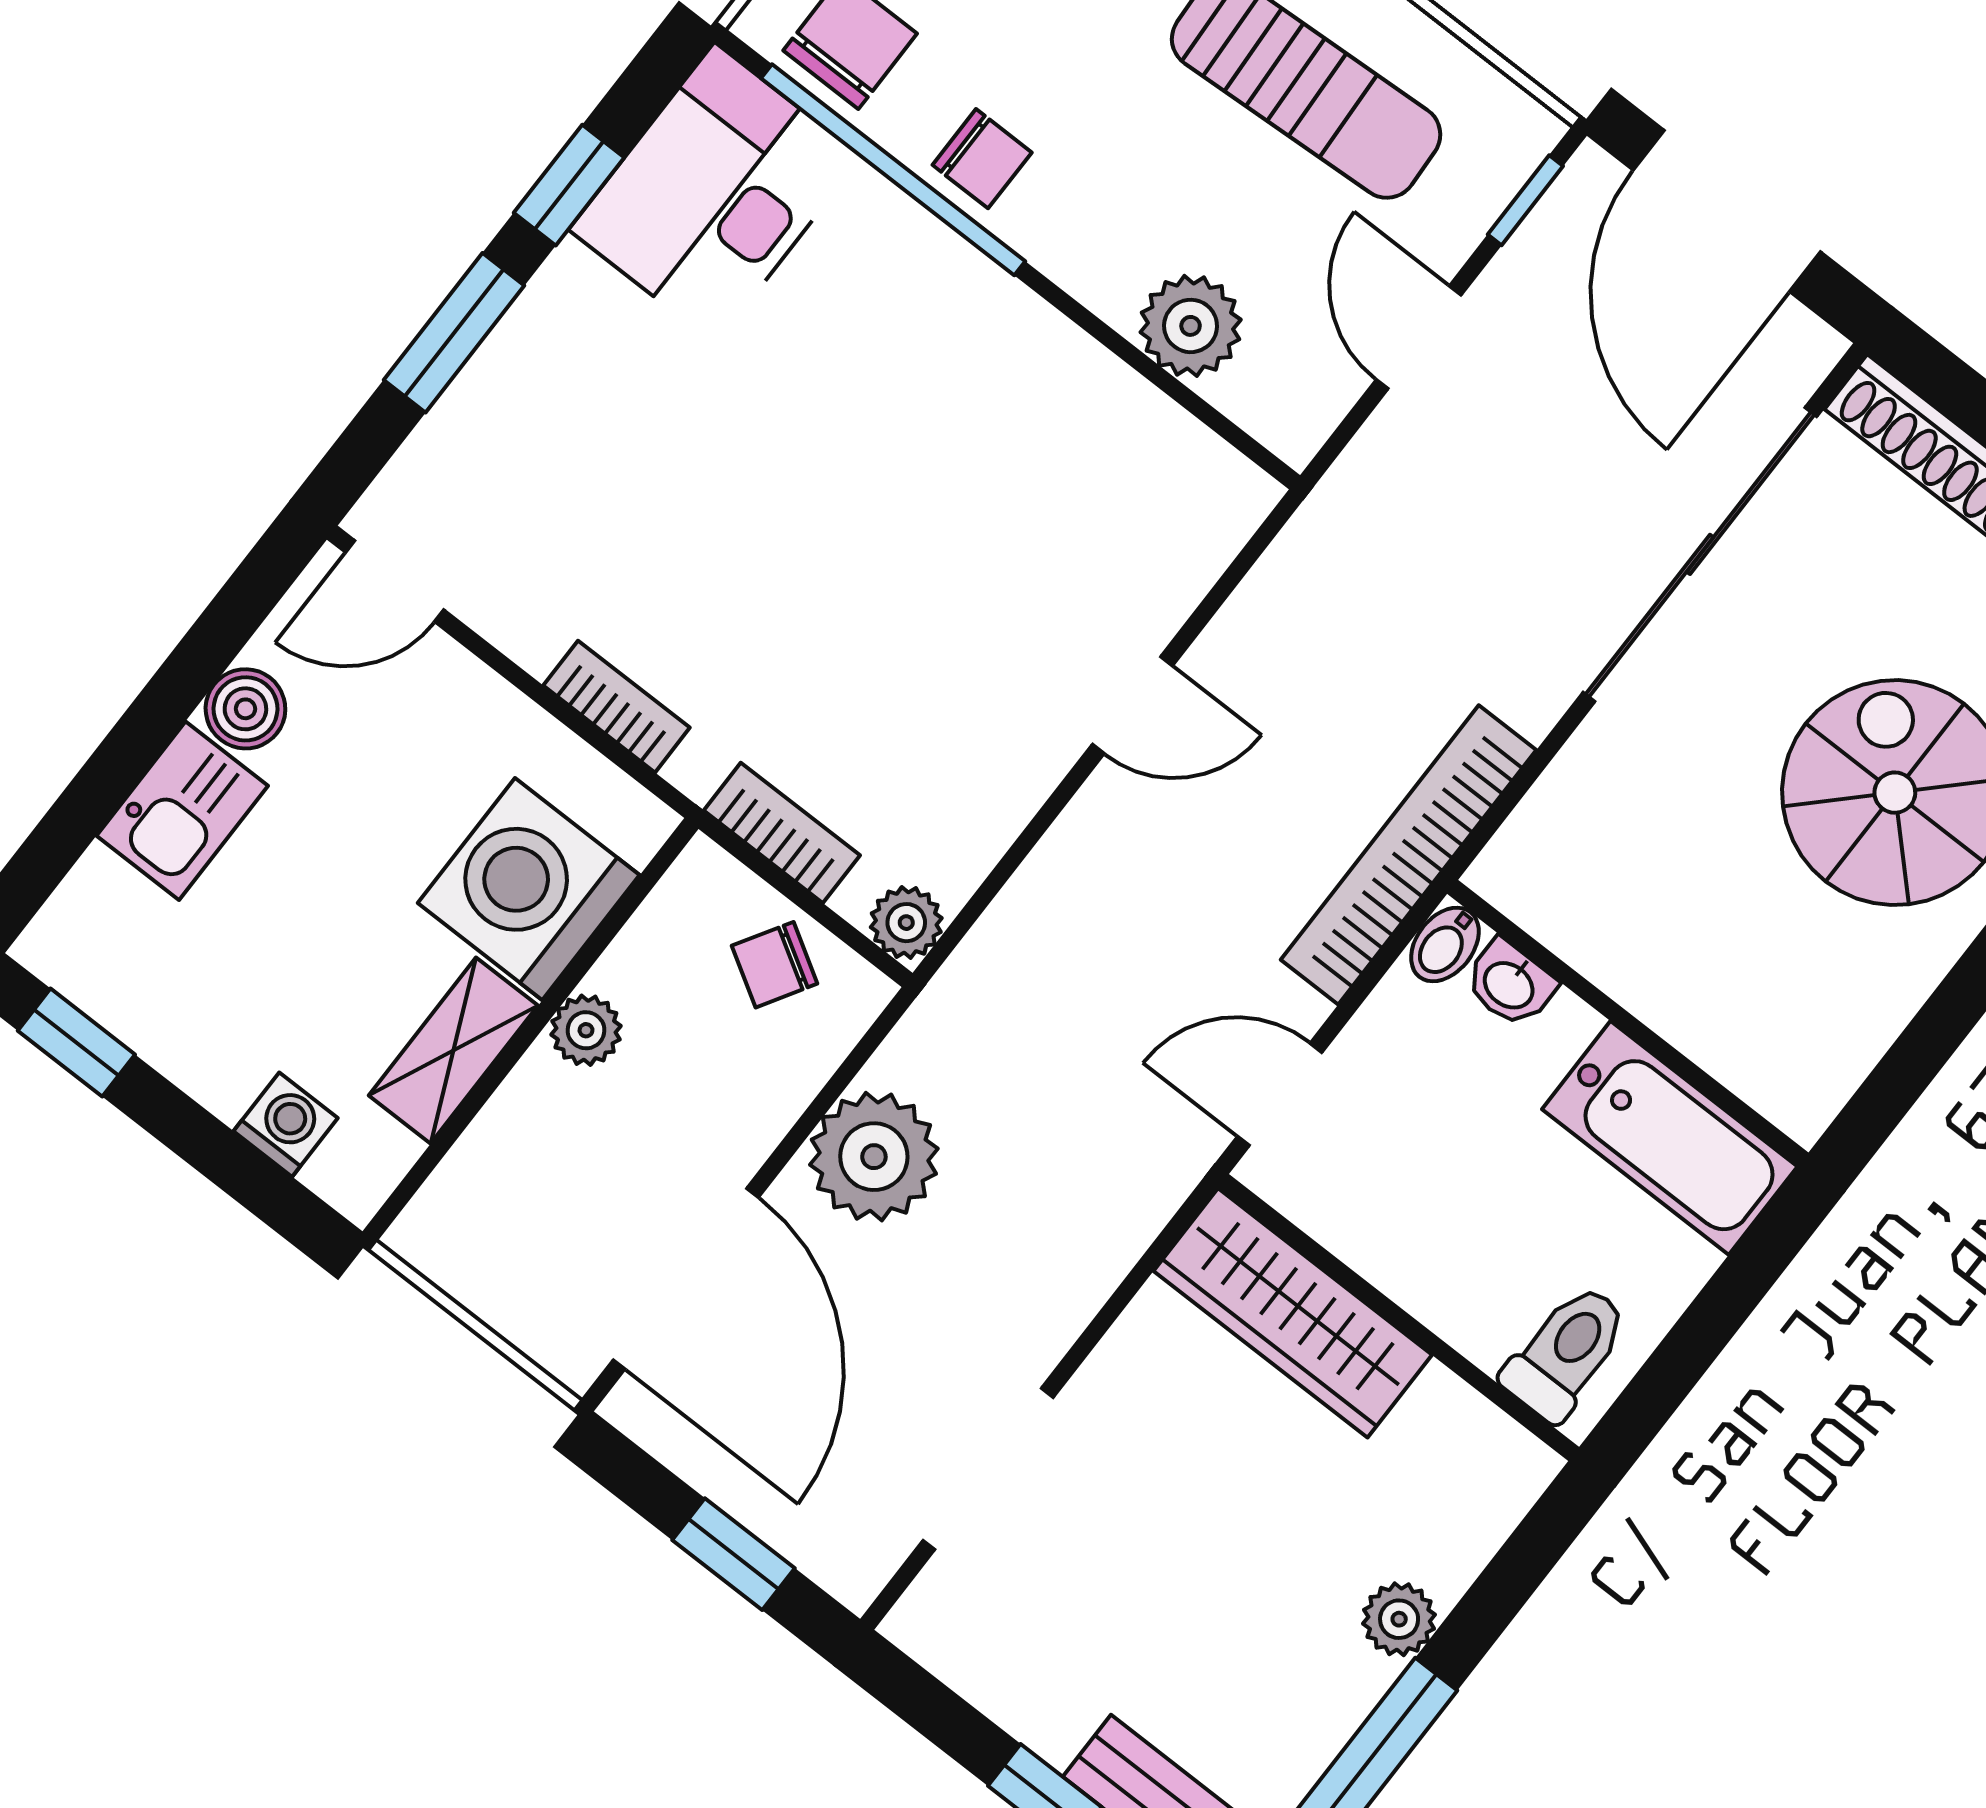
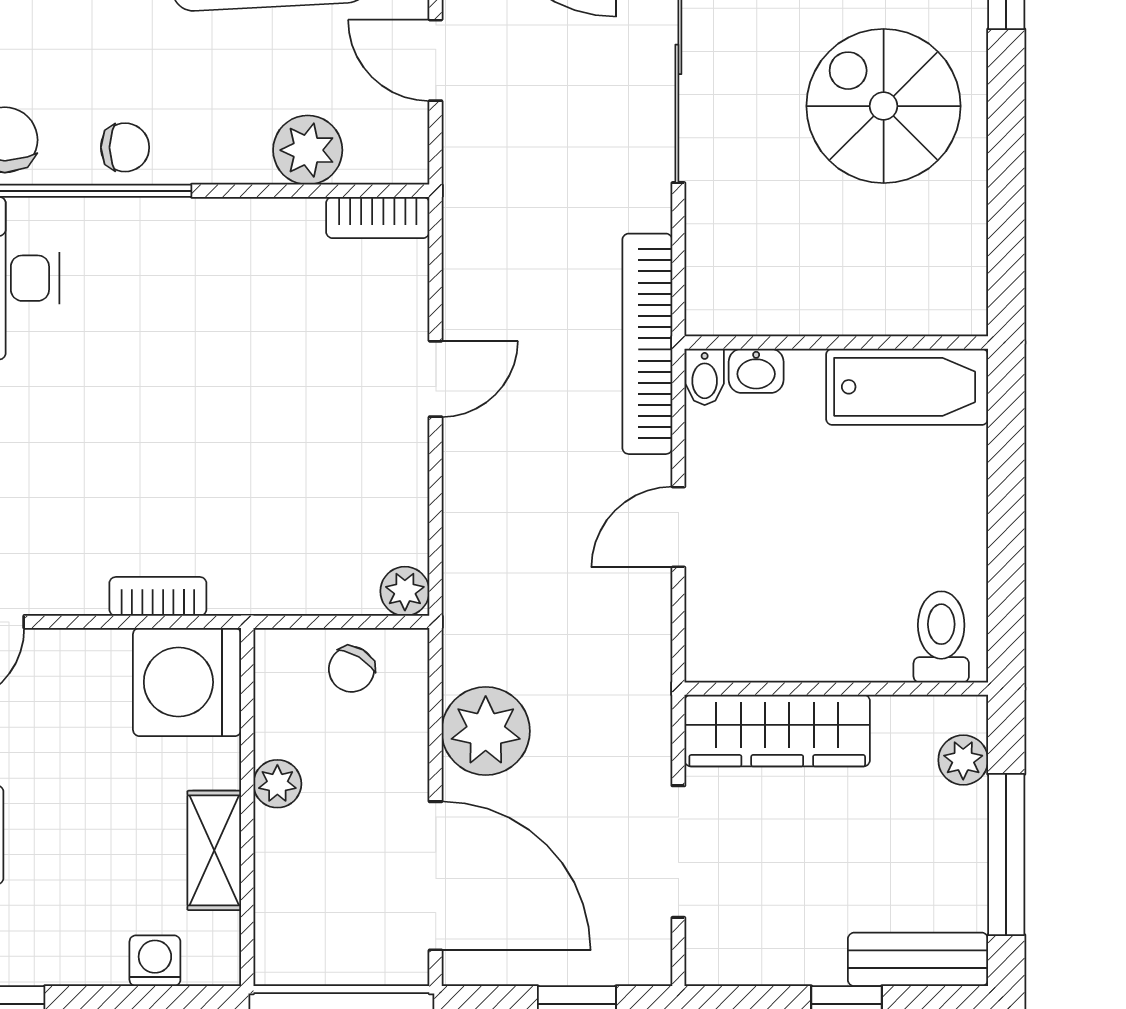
bookcase: (782, 833) -> (378, 217), moved, turned 180
washing machine: (529, 889) -> (187, 682), moved
wardrobe: (1293, 1313) -> (777, 731), moved
wall: (1399, 1318) -> (836, 689), moved
toilet: (1566, 1352) -> (941, 637), moved

